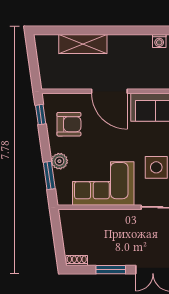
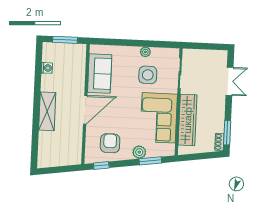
shelving: (83, 44) -> (47, 111), moved
wardrobe: (102, 220) -> (188, 120), added
window: (111, 270) -> (227, 133), moved

